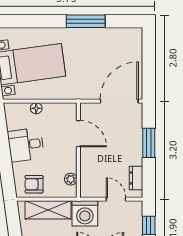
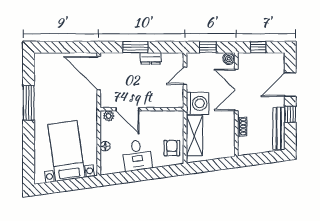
door: (78, 134) -> (127, 109), swing flipped
dresser: (136, 178) -> (151, 58), moved
plant: (71, 179) -> (109, 116), moved
armchair: (34, 184) -> (172, 148), turned 180

